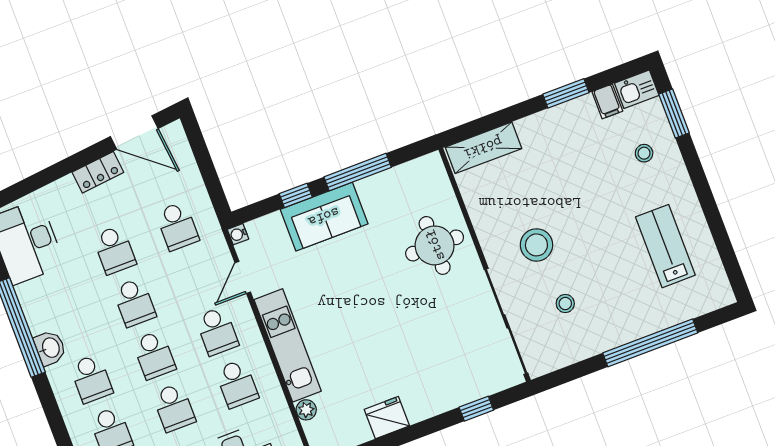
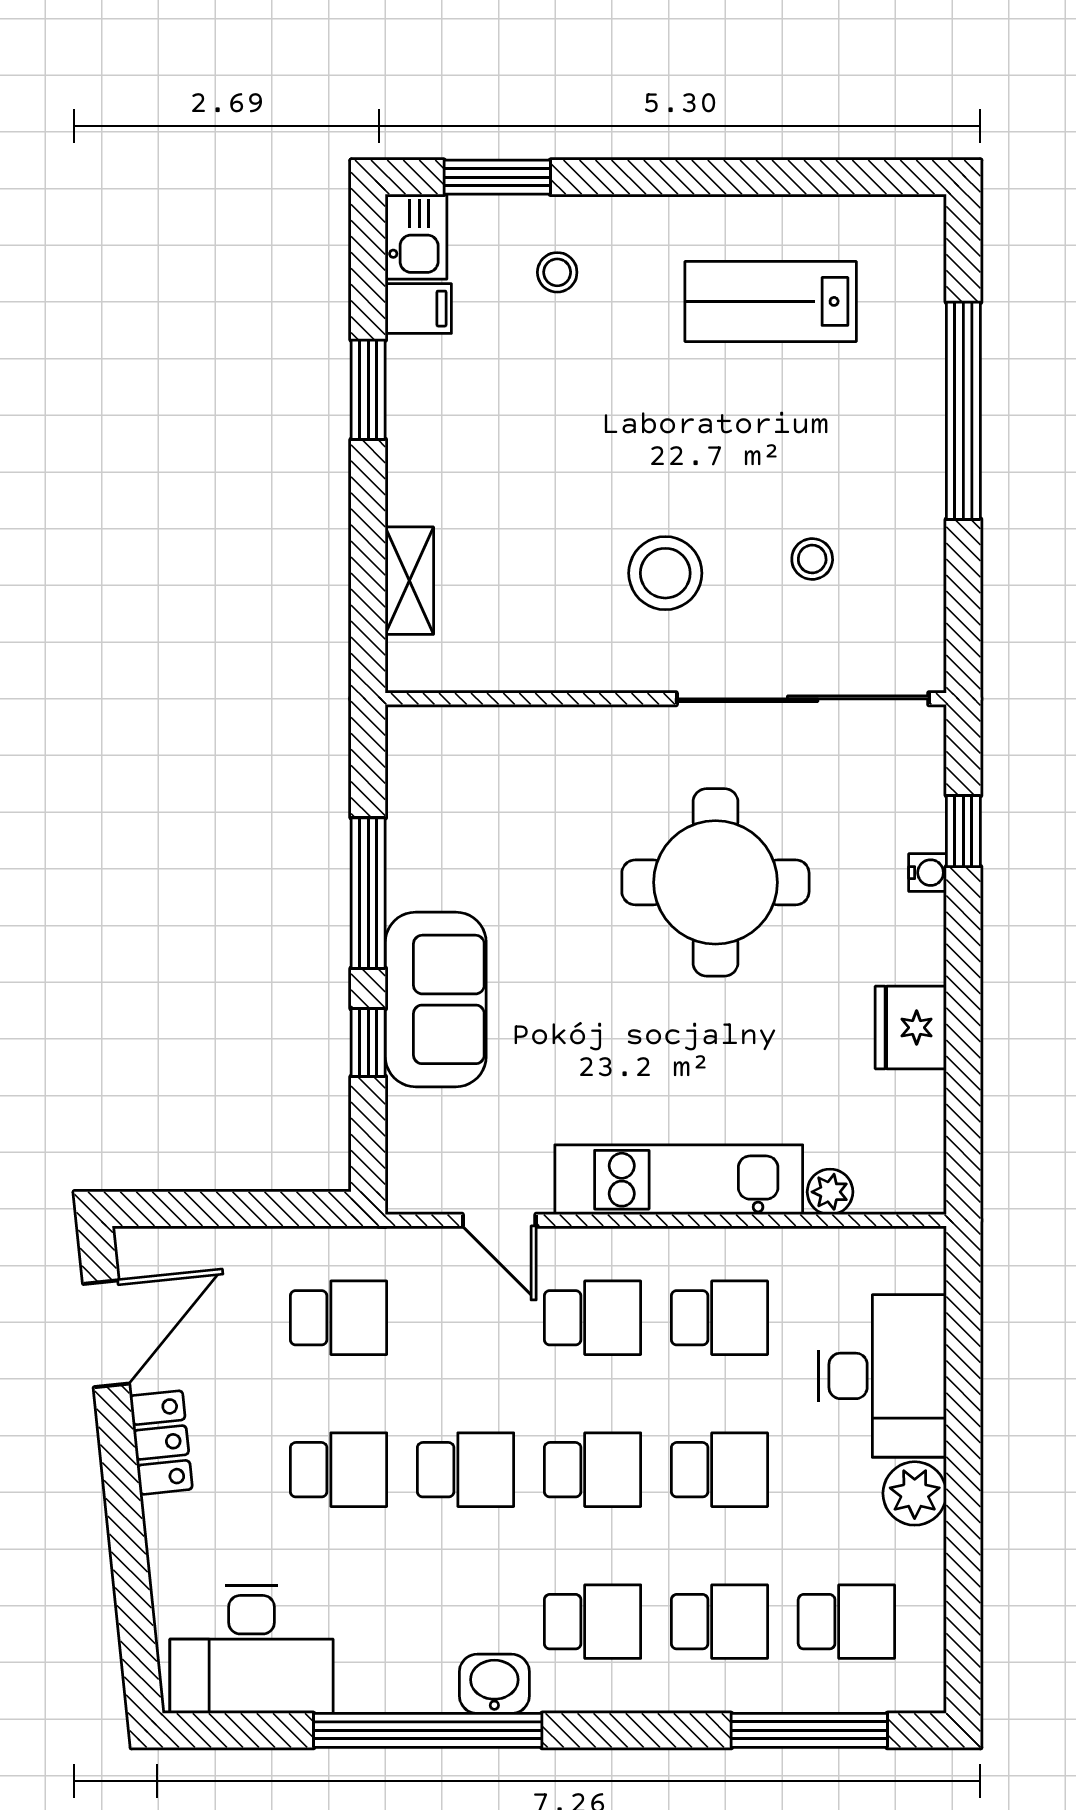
shelving: (483, 148) -> (409, 581), width x0.67, depth x0.75
water cooler: (238, 234) -> (928, 873), moved, turned -90
round table: (435, 245) -> (715, 882), moved, width x1.36, depth x1.36

